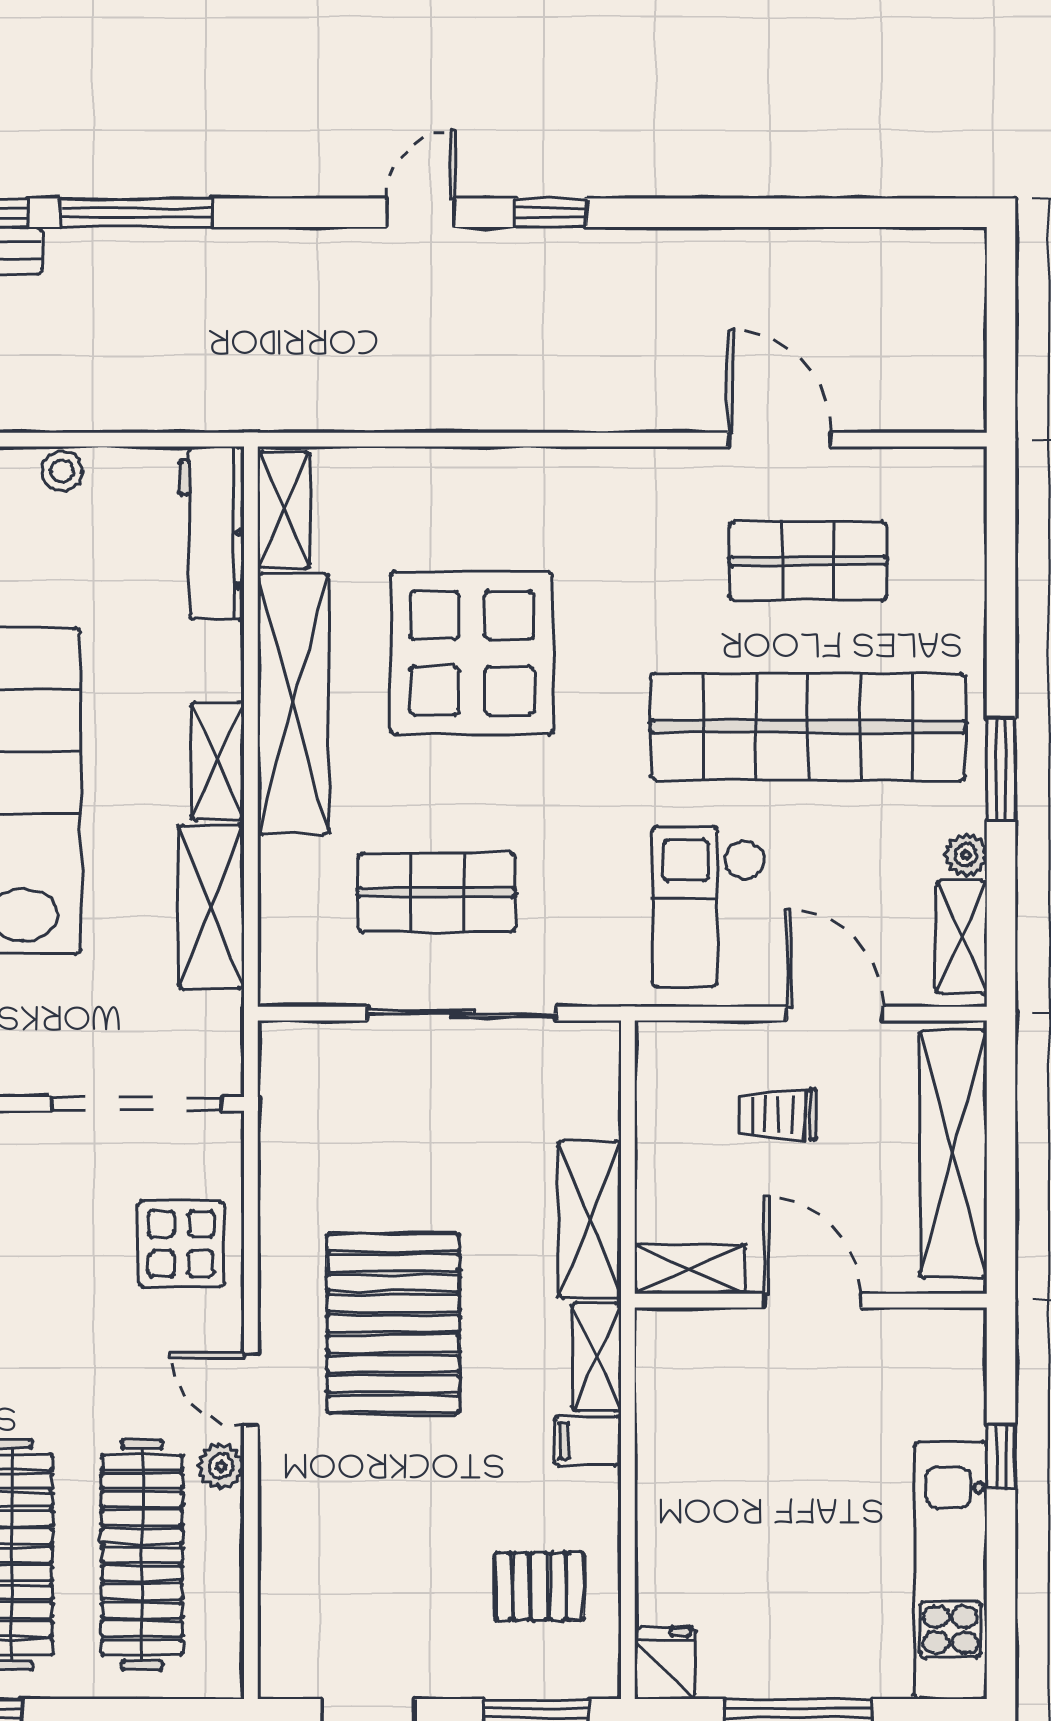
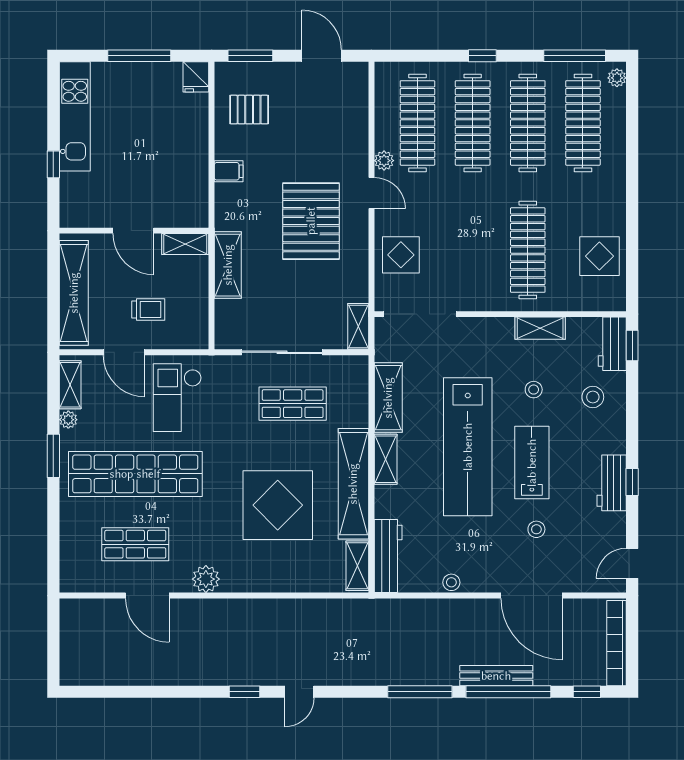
plant: (641, 479) -> (206, 579), added
checkout: (709, 907) -> (177, 398), turned 180
shelving: (597, 1357) -> (358, 326), moved

